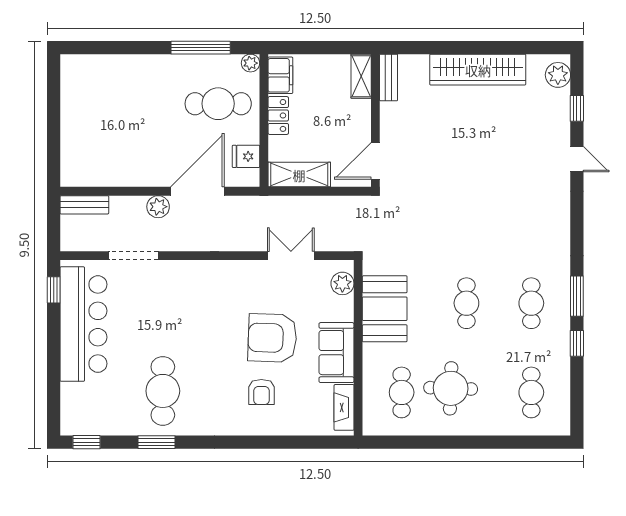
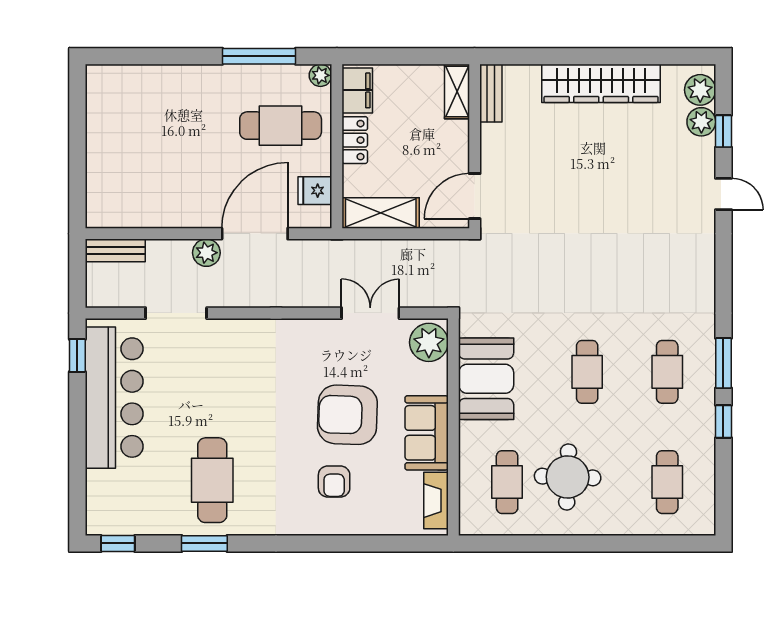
plant: (559, 101) -> (701, 122), added
plant: (342, 283) -> (429, 342), width x1.36, depth x1.36

